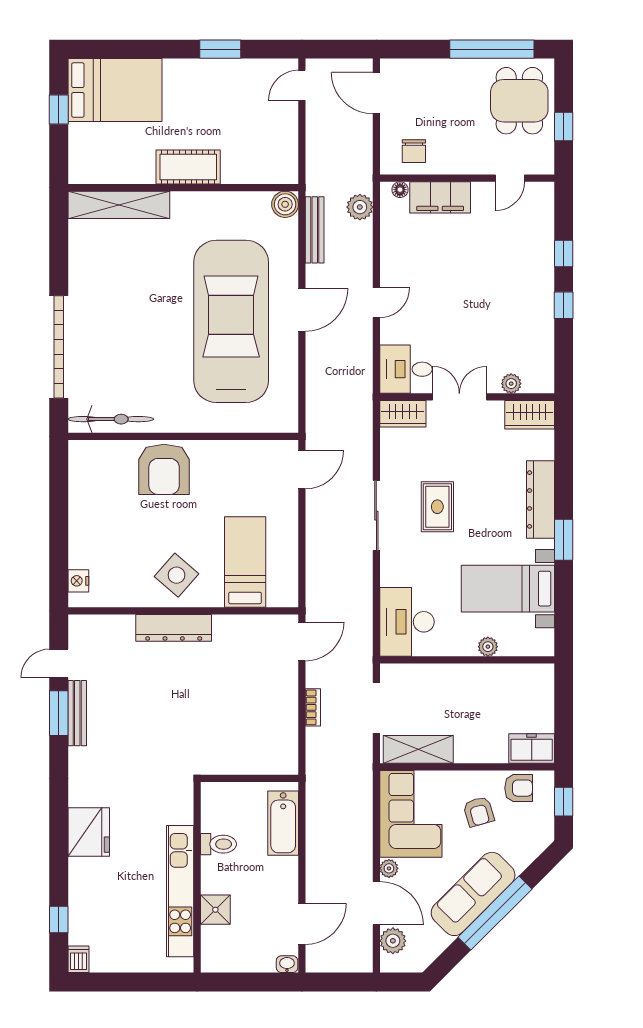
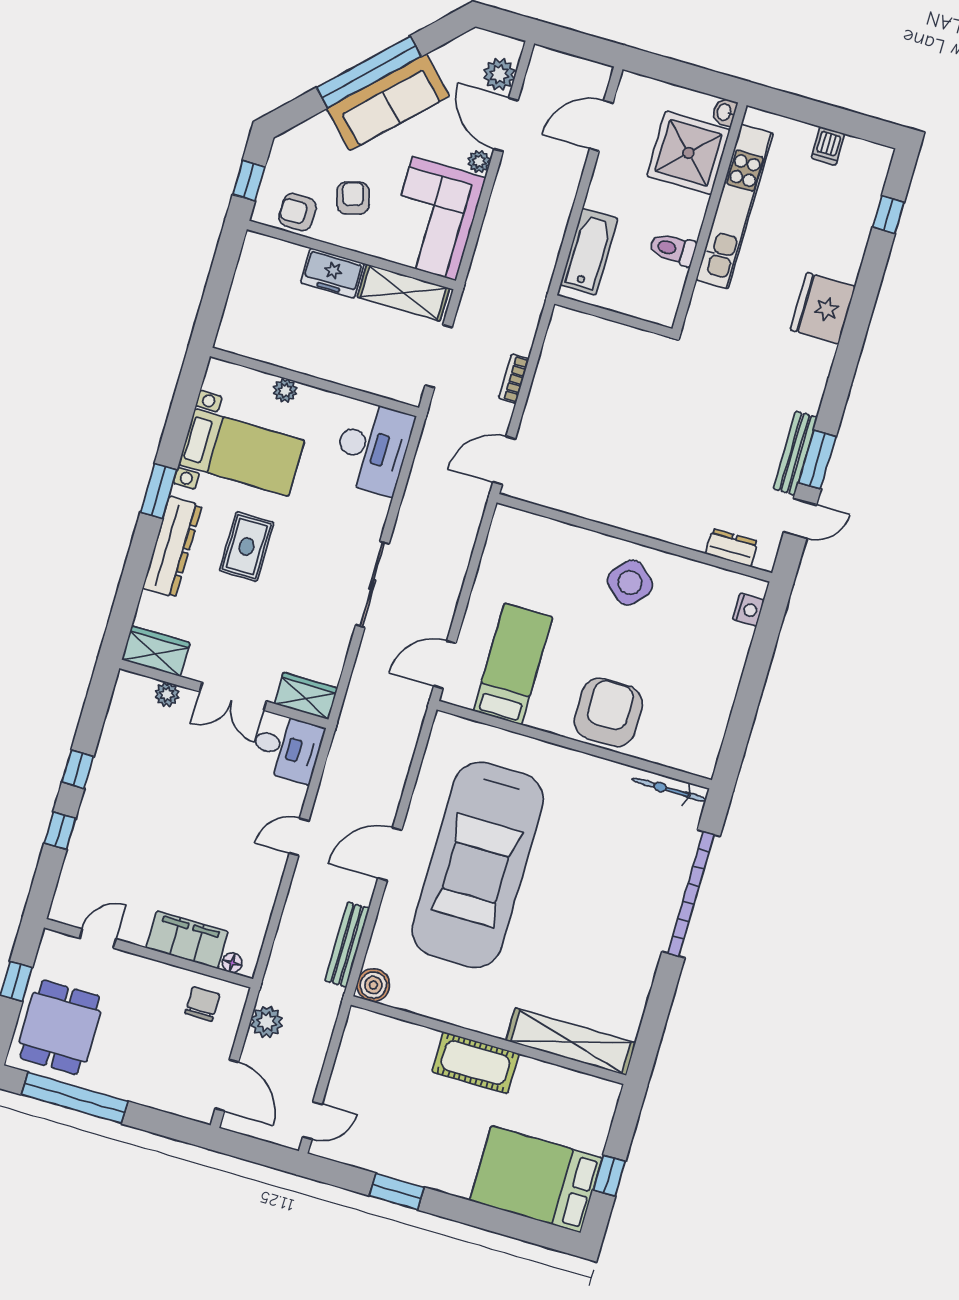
plant: (360, 207) -> (267, 1022), moved
bicycle: (111, 419) -> (669, 790), width x0.73, depth x0.71
rug: (437, 507) -> (247, 547), moved
bed: (245, 562) -> (513, 664), moved, turned 180
dresser: (174, 628) -> (732, 548), moved, width x0.51, depth x0.80
freezer: (532, 749) -> (332, 273), moved
shower: (215, 910) -> (688, 153), width x1.86, depth x1.86
dishwasher: (78, 959) -> (828, 146), moved
washbasin: (287, 964) -> (725, 112), moved, turned 90

